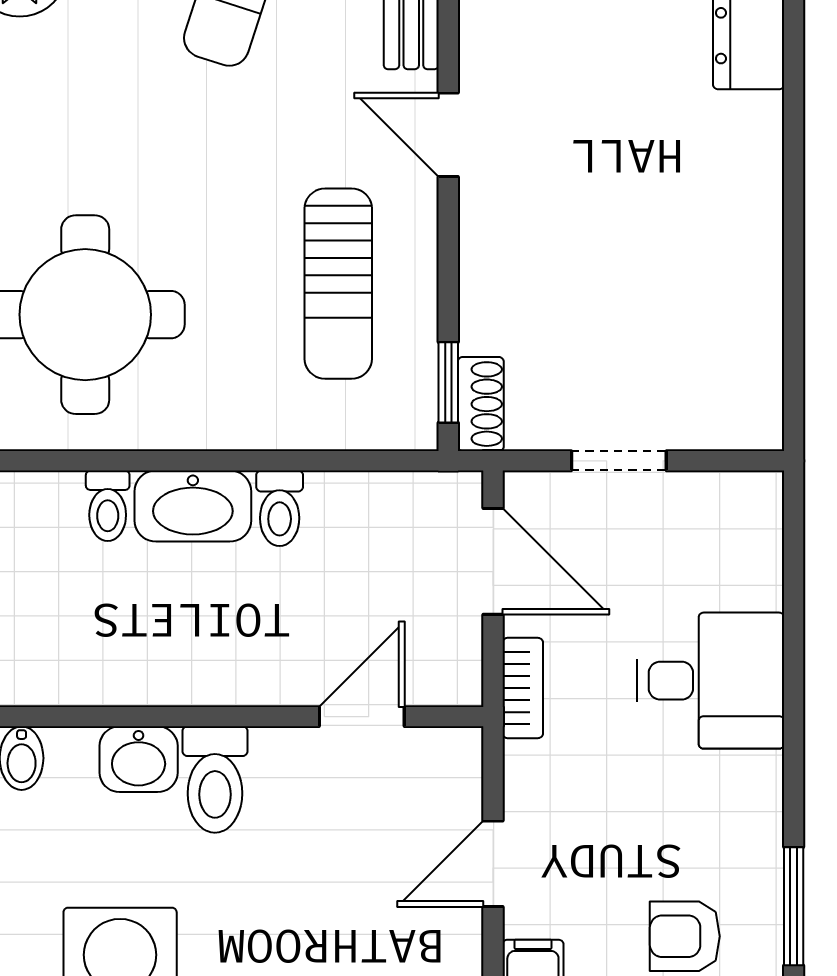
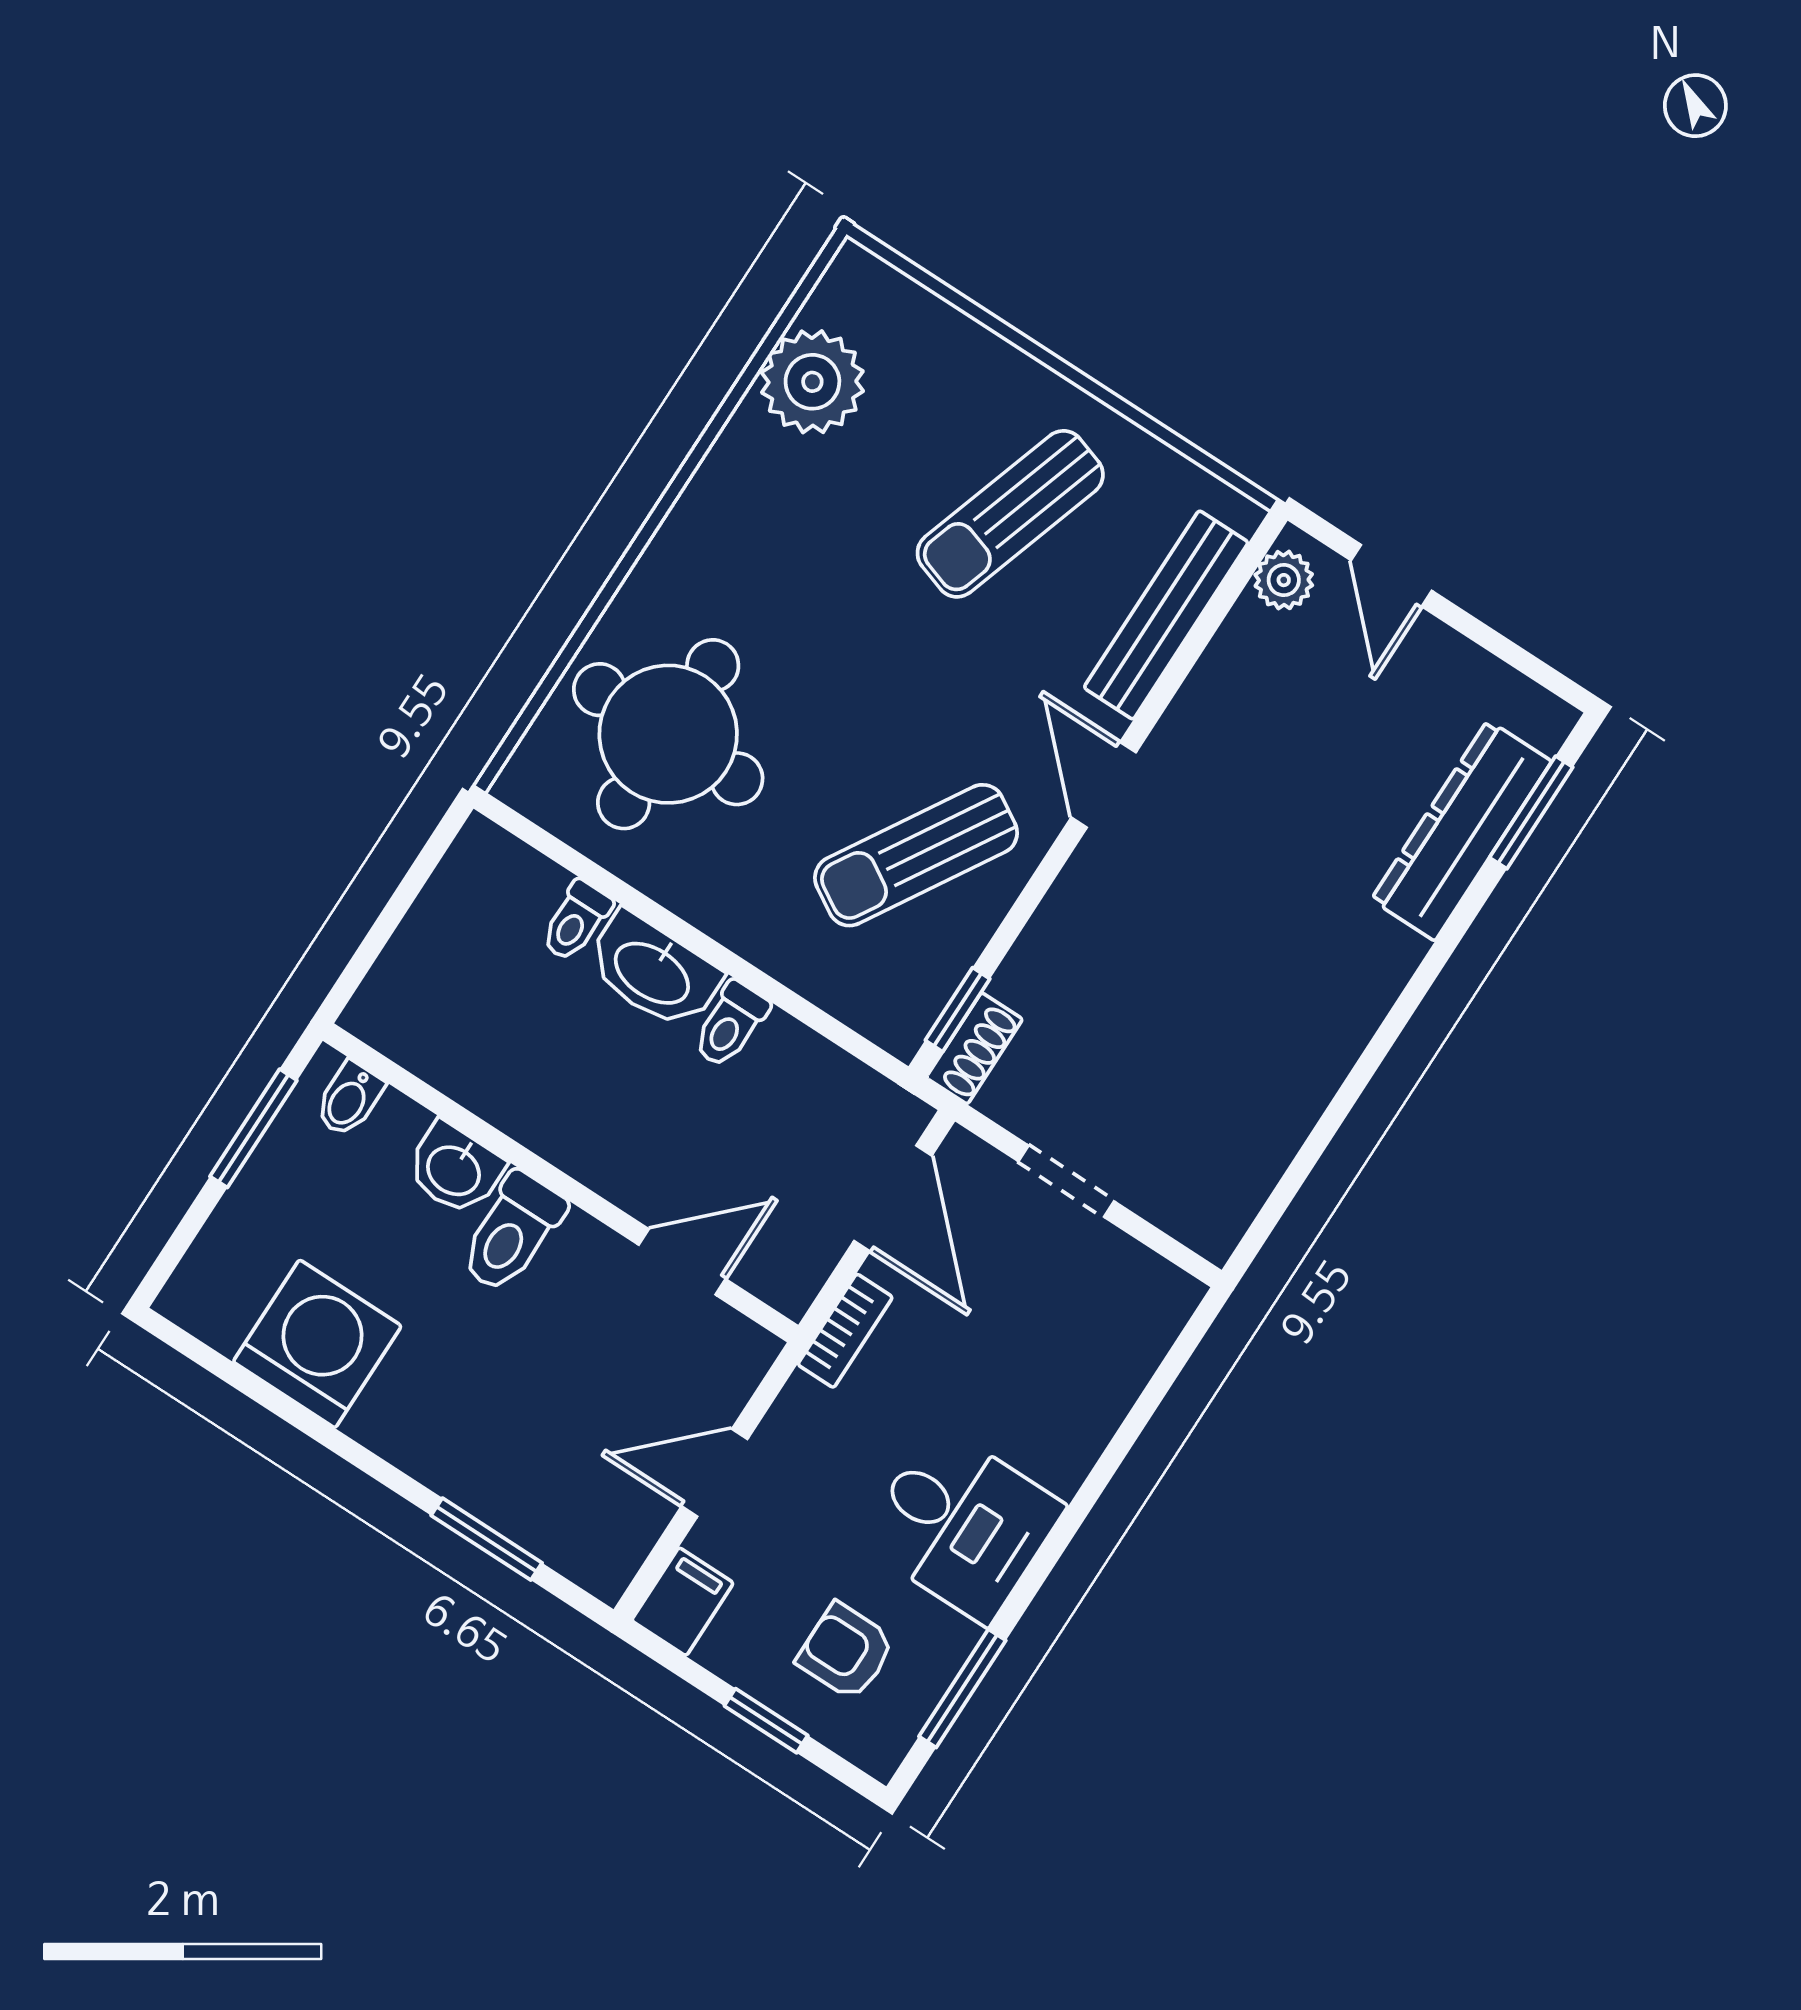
sun lounger: (338, 284) -> (916, 855), turned 31
desk: (711, 681) -> (962, 1524), moved

